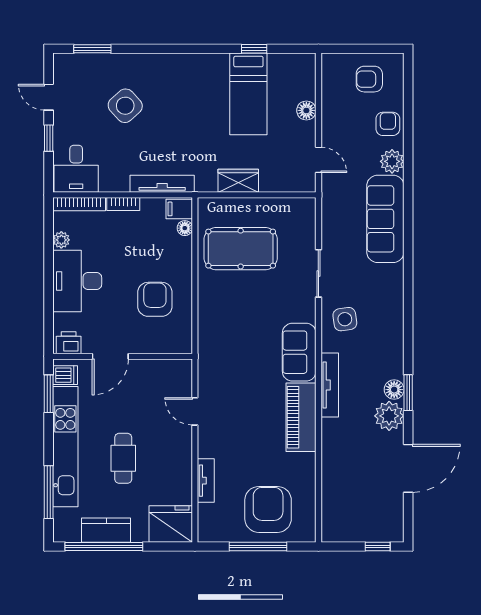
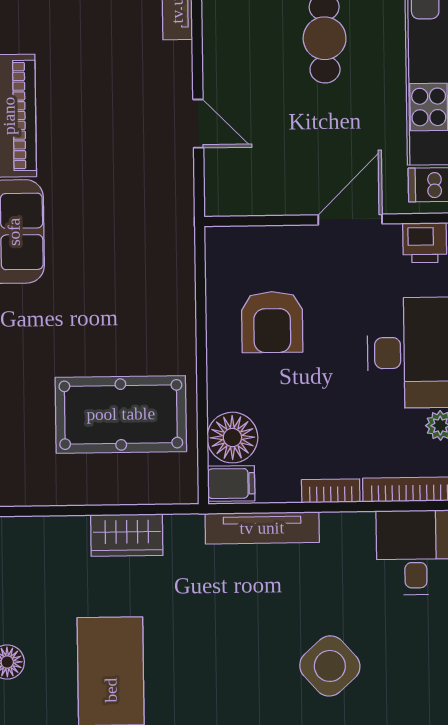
floor lamp: (185, 228) -> (232, 438), width x1.89, depth x1.89

